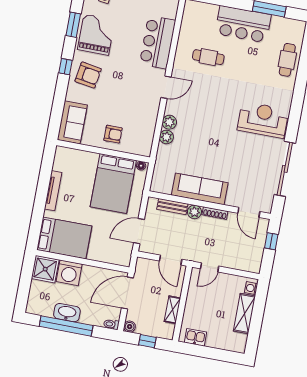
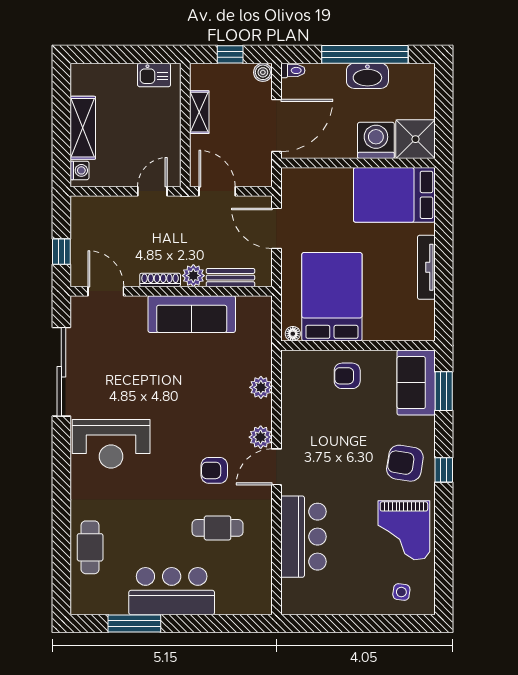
window: (73, 25) -> (444, 391), moved
armchair: (204, 92) -> (214, 470), added
plant: (169, 122) -> (261, 437), moved
door: (139, 231) -> (276, 228), swing flipped

